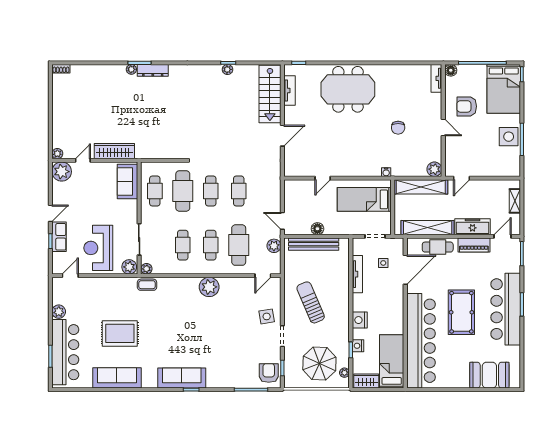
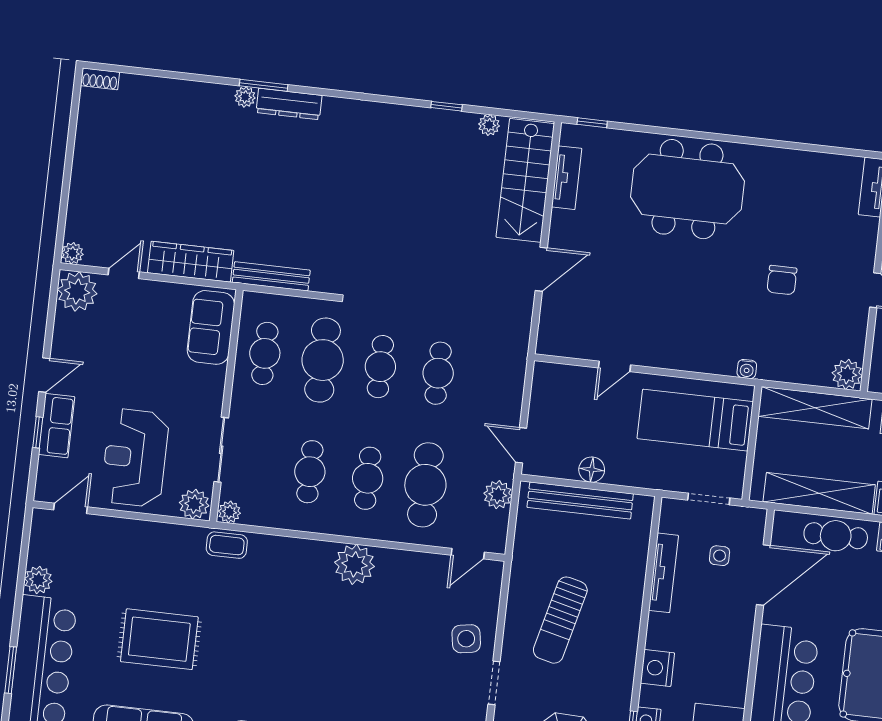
plant: (227, 69) -> (489, 125), moved
bench: (154, 154) -> (271, 276), added
sun lounger: (311, 302) -> (560, 620), turned -143

